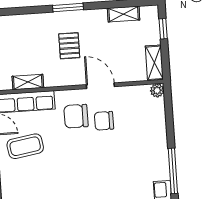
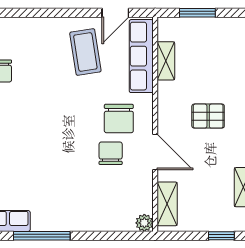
shelving: (154, 63) -> (167, 204), moved, turned 90
door: (100, 86) -> (155, 152), hinge flipped
chair: (76, 116) -> (119, 118), turned 180

